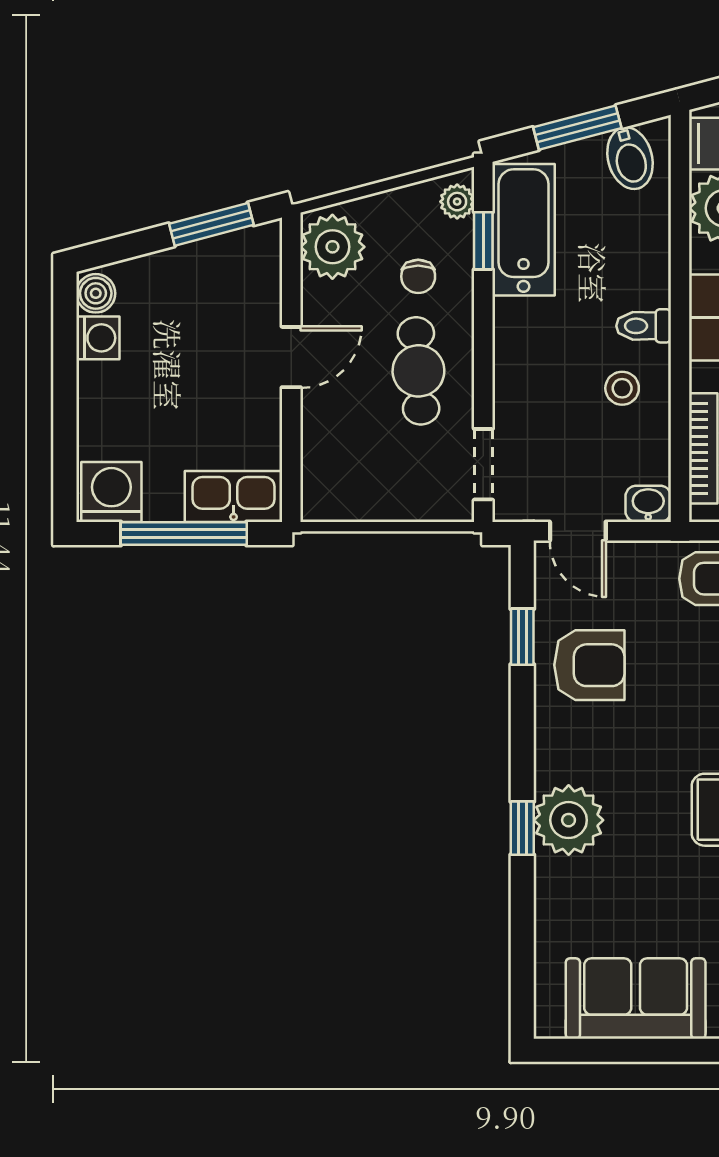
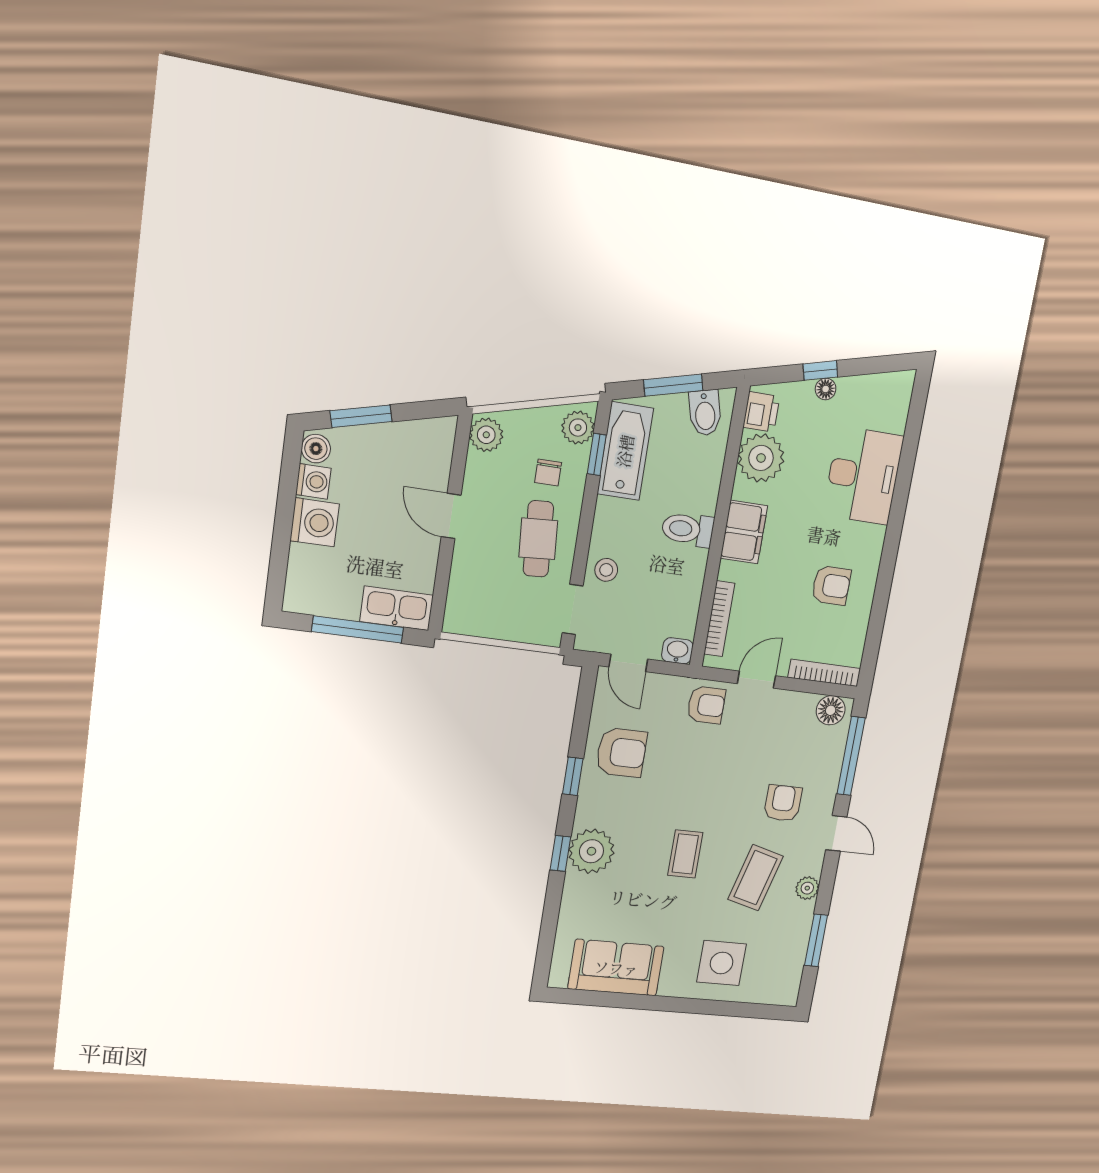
plant: (457, 202) -> (578, 428), width x1.38, depth x1.38
window: (211, 224) -> (361, 416), moved
plant: (332, 247) -> (486, 435), width x0.73, depth x0.73
toilet: (644, 326) -> (688, 529), width x1.37, depth x1.39
door: (291, 357) -> (451, 516), swing flipped
stool: (622, 388) -> (606, 570), moved
washing machine: (111, 492) -> (315, 522), moved, turned 90
window: (522, 637) -> (573, 776), moved

